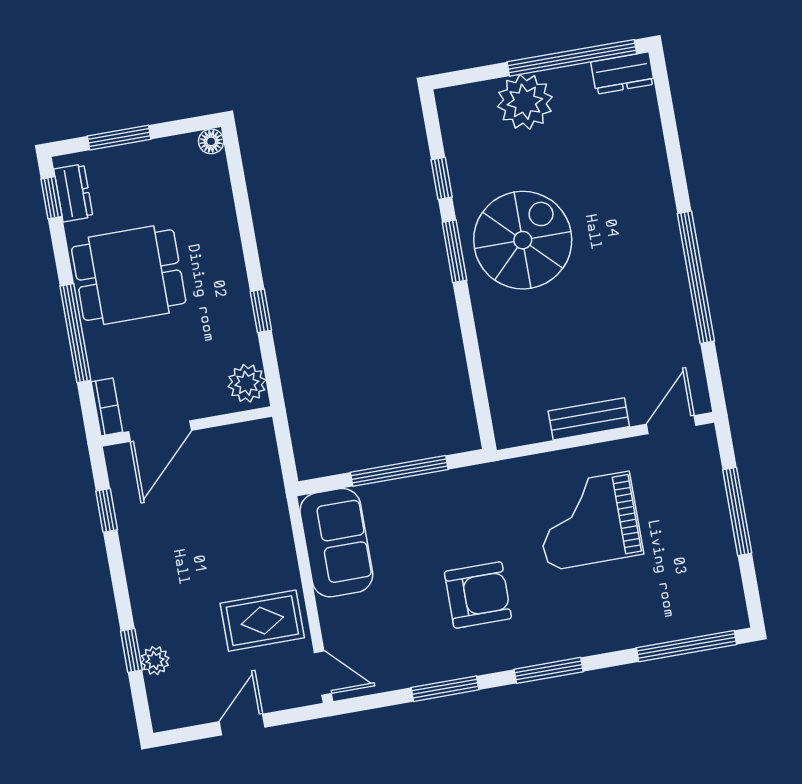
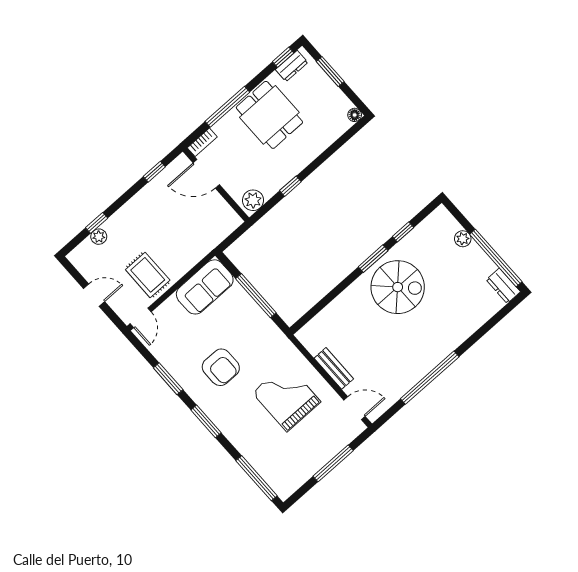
plant: (525, 102) -> (463, 239), width x0.53, depth x0.53

